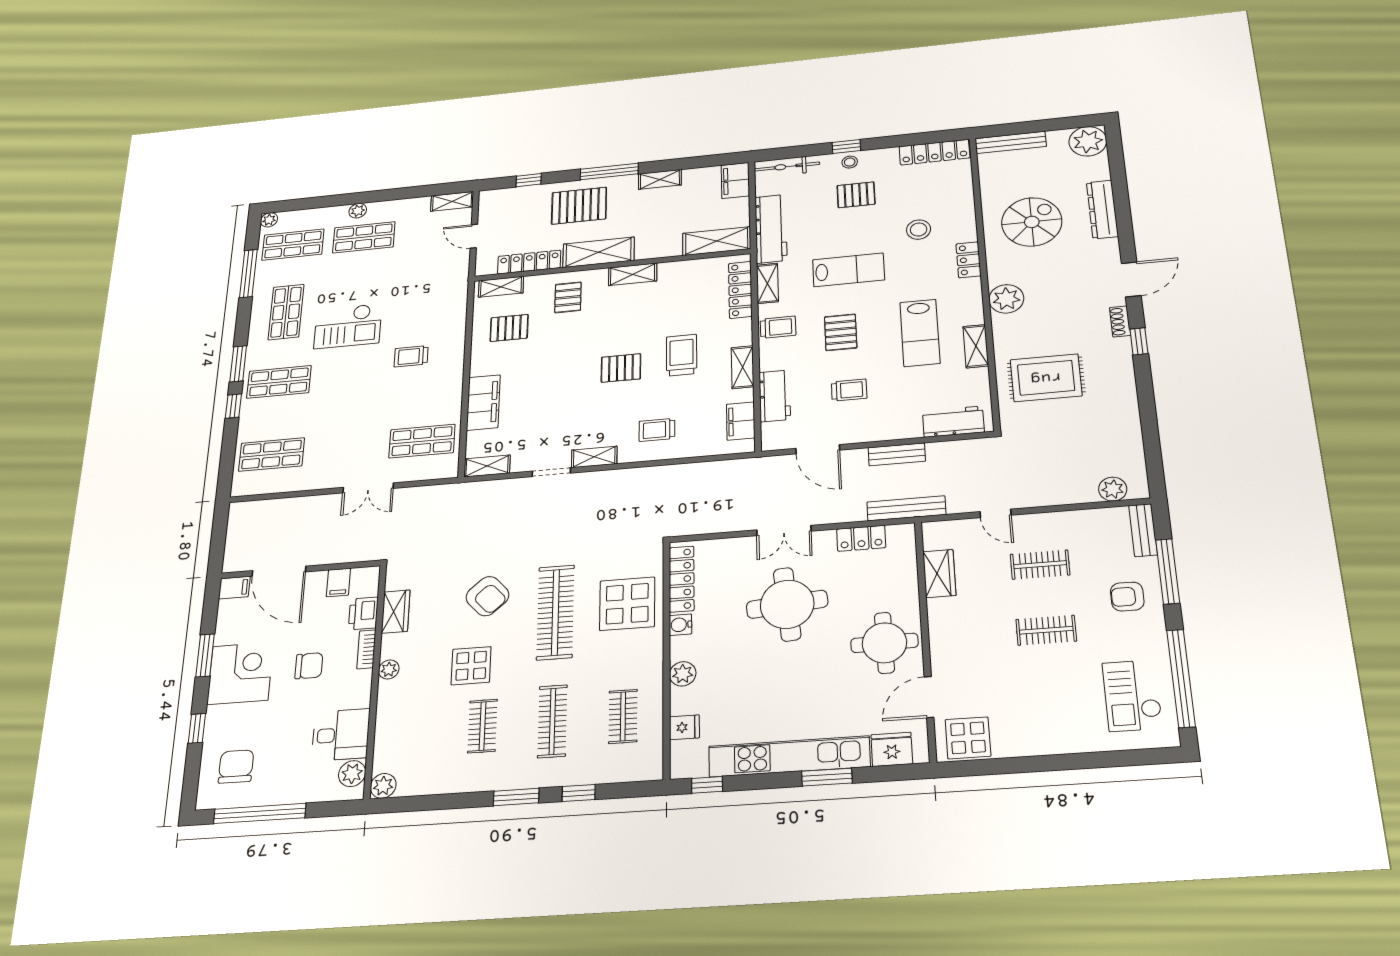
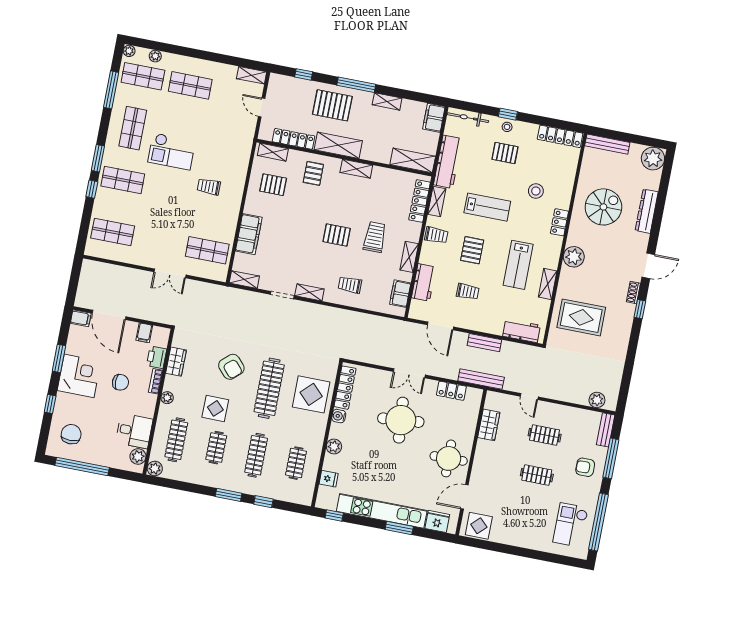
plant: (358, 211) -> (155, 56), moved
clothes rail: (413, 731) -> (176, 440), added

